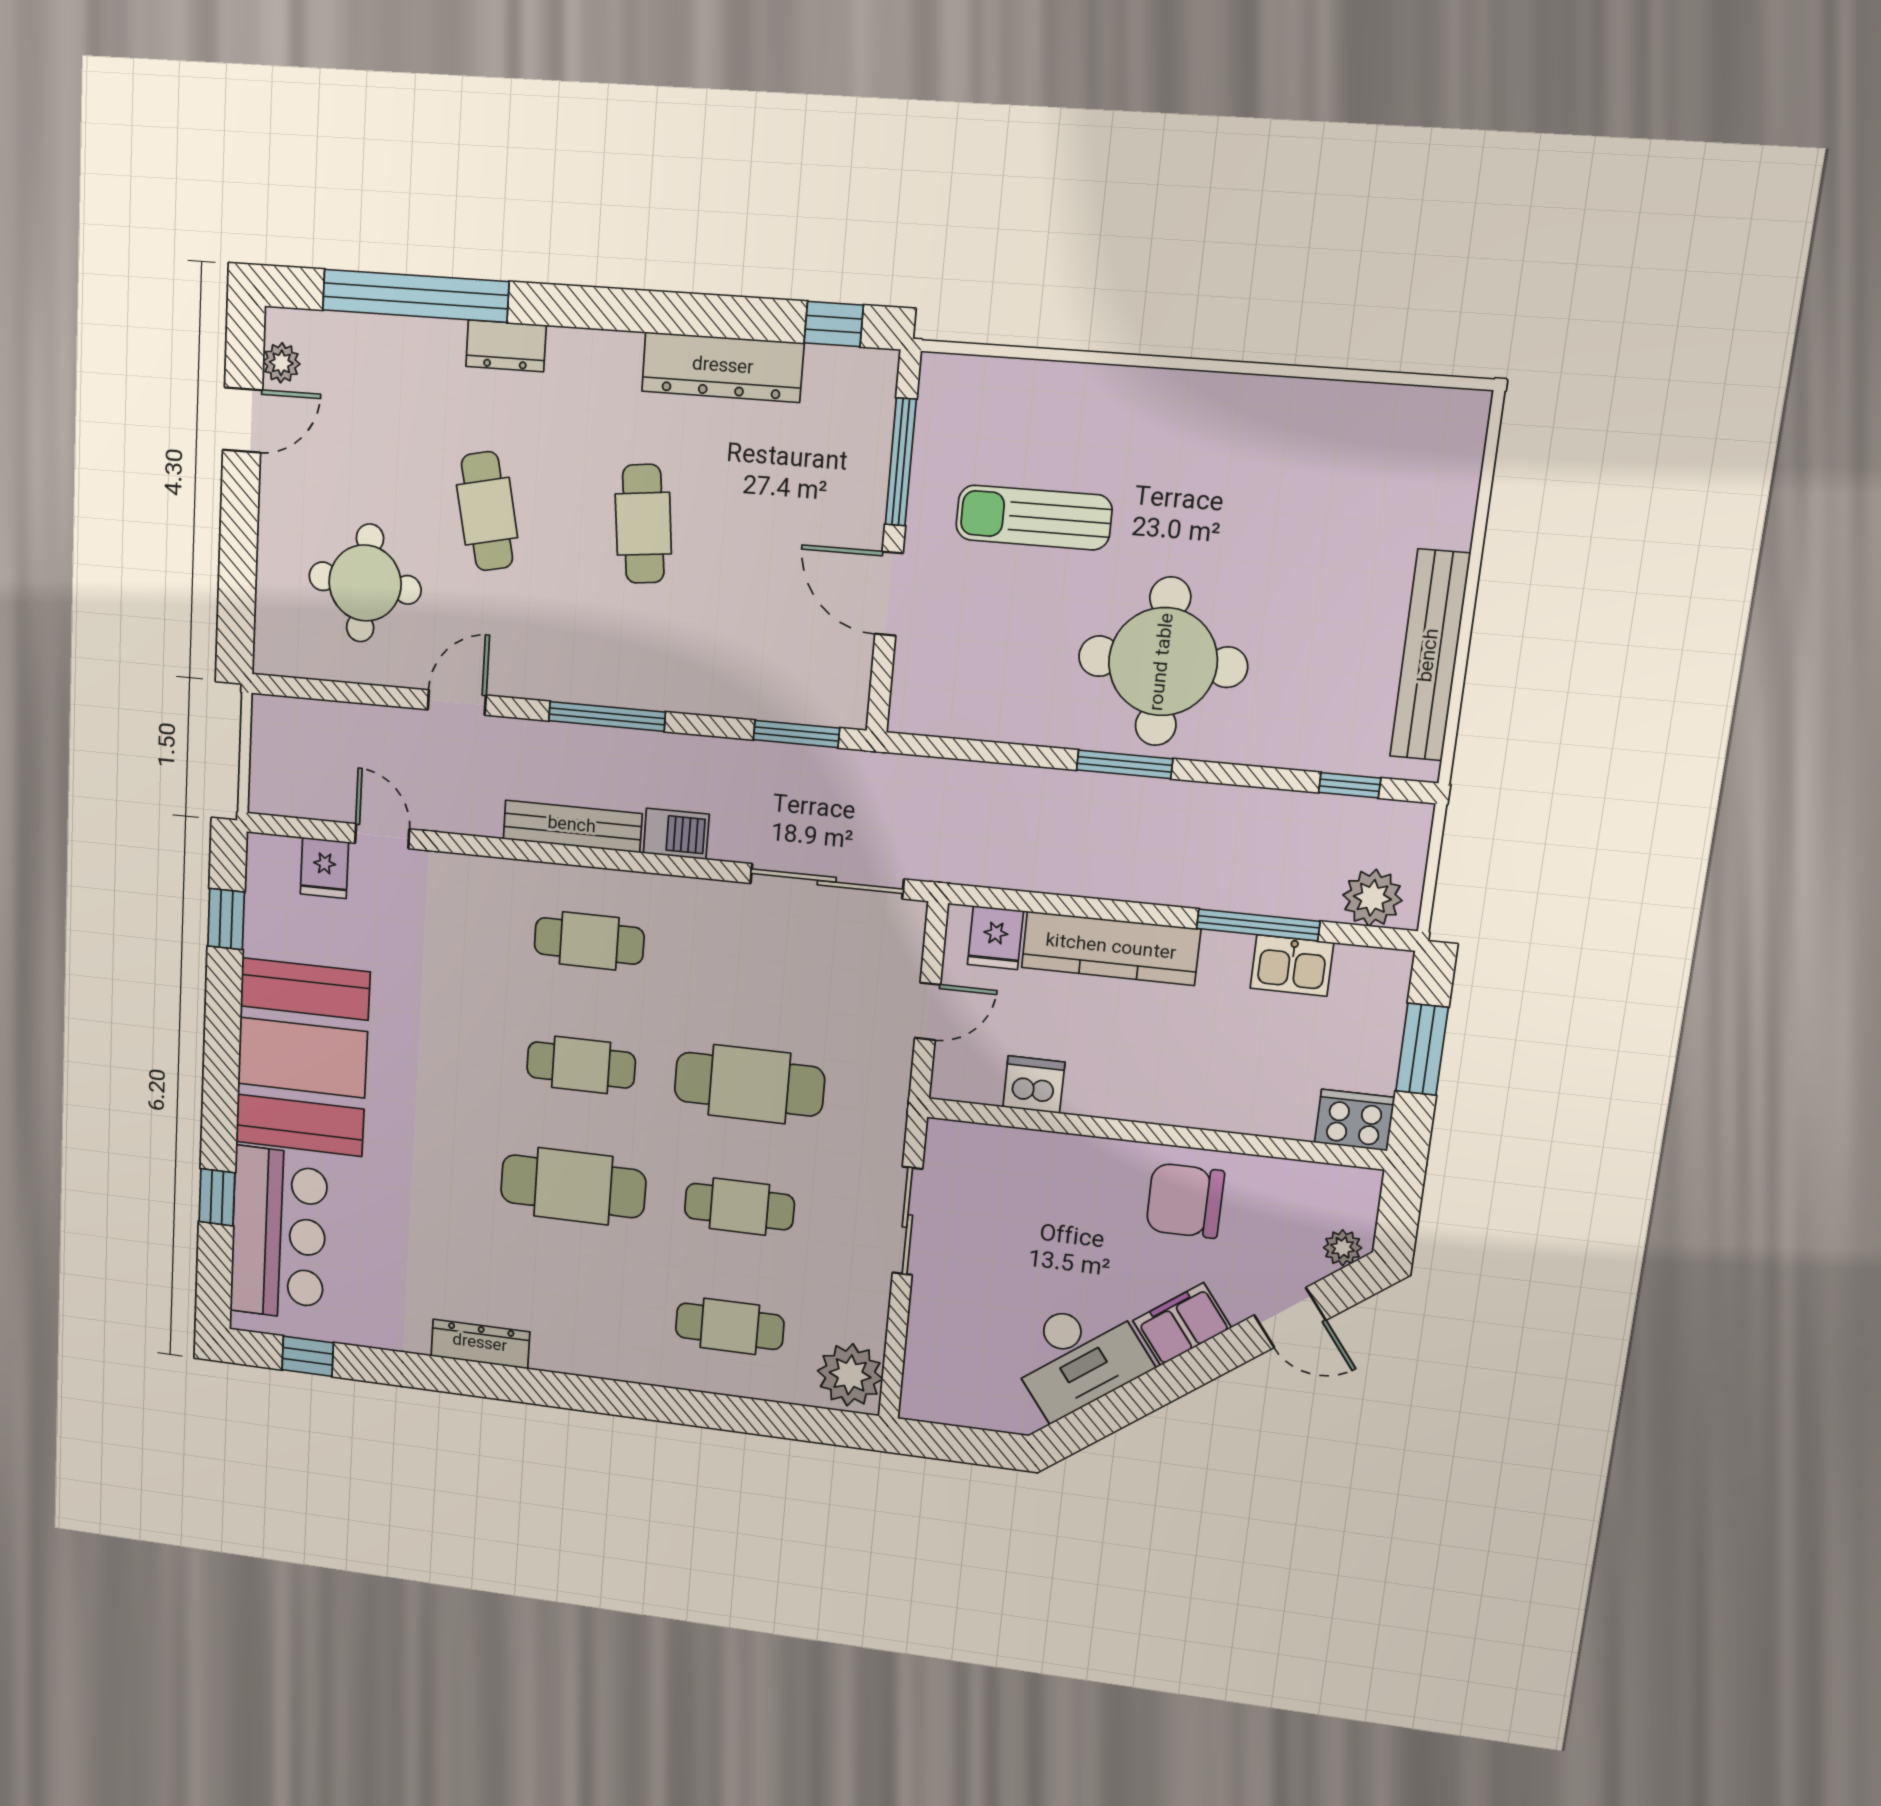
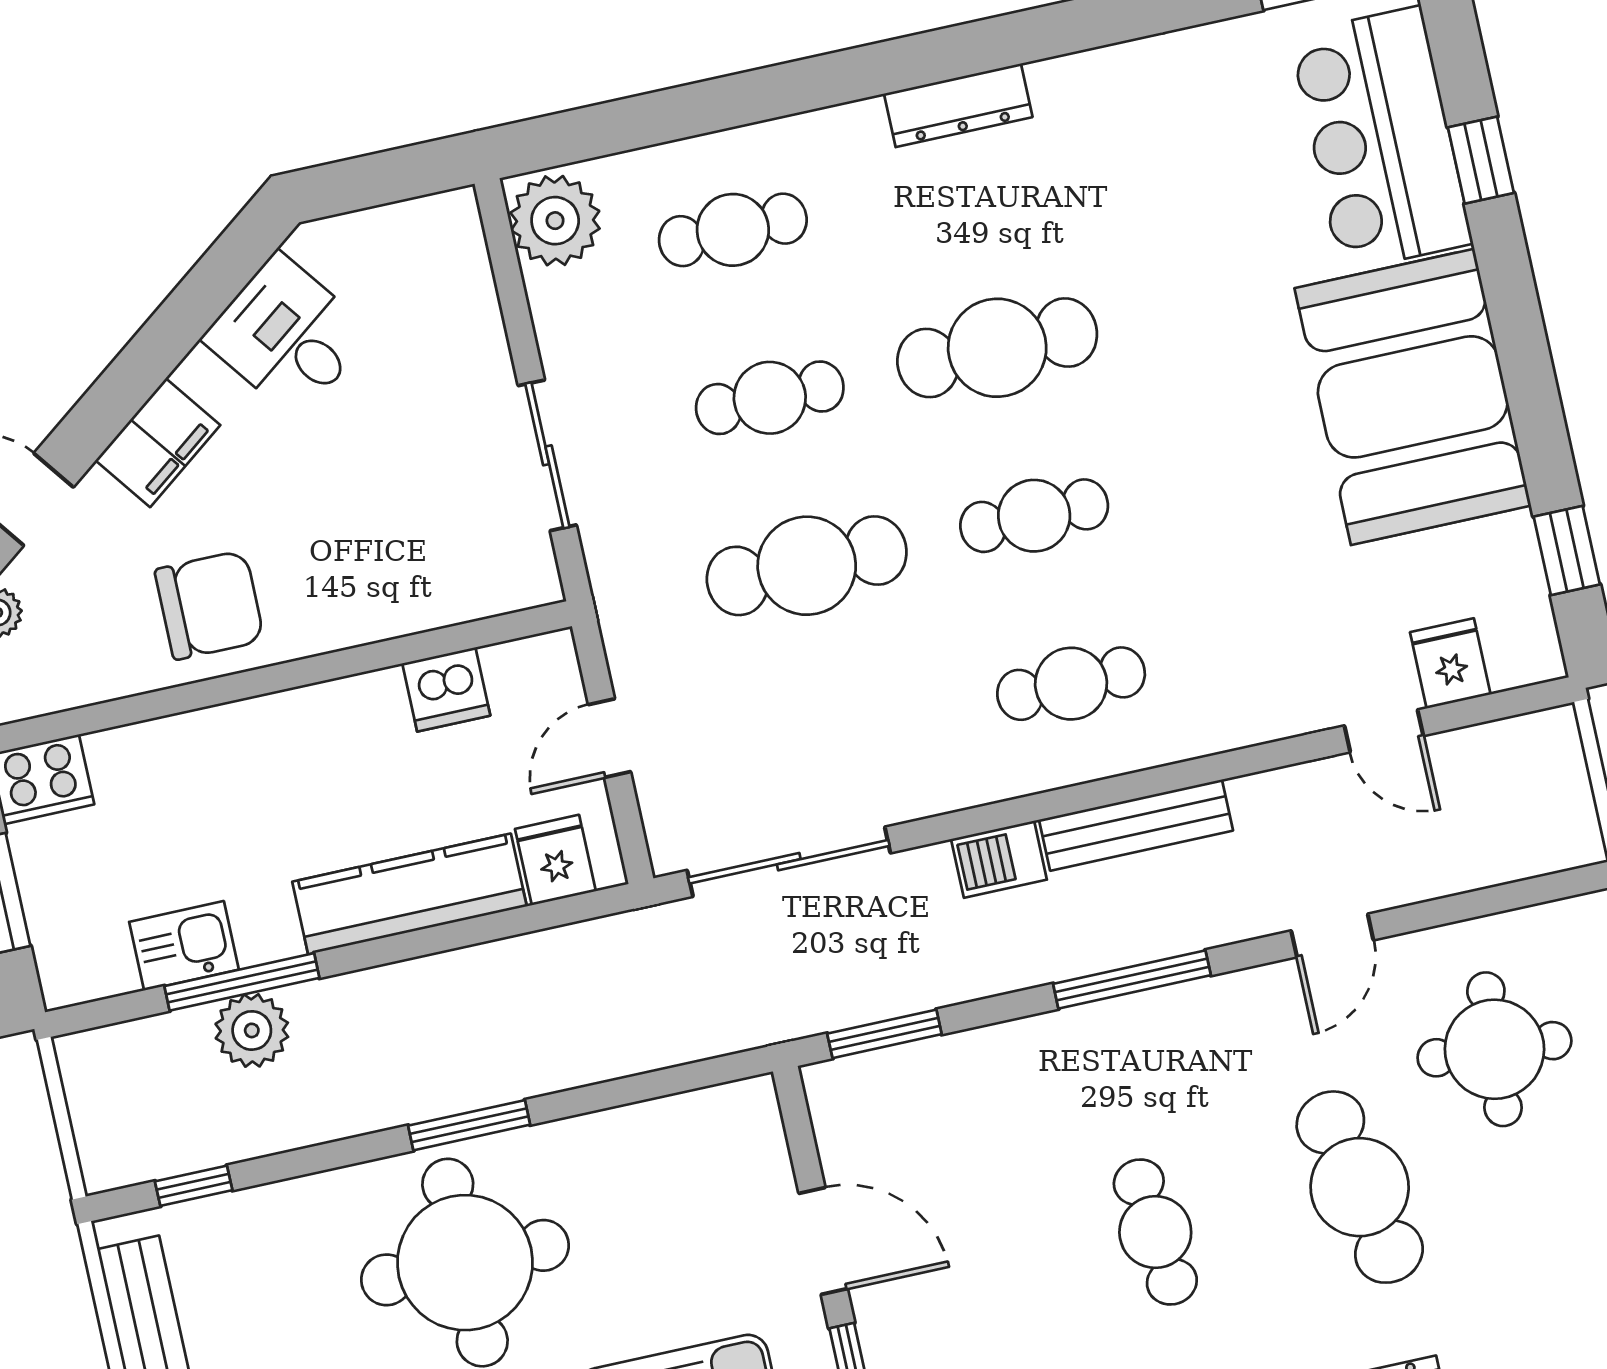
cafe table: (487, 511) -> (1360, 1187), width x1.37, depth x1.35
plant: (1372, 898) -> (252, 1030), moved
dresser: (480, 1344) -> (958, 105), moved
desk: (1078, 1356) -> (287, 336), width x0.73

